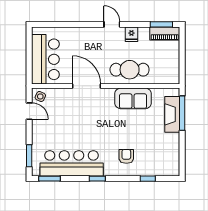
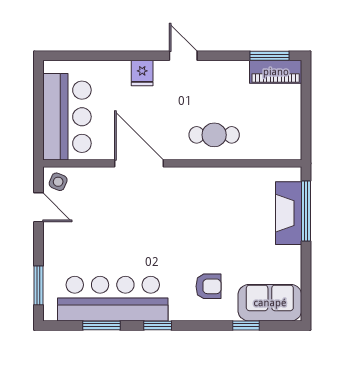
fridge: (131, 34) -> (142, 73), moved
cafe table: (130, 70) -> (214, 135), width x0.73, depth x0.74
sofa: (133, 98) -> (270, 303), moved, turned 180
armchair: (126, 156) -> (208, 286), turned 90
window: (49, 179) -> (101, 325), moved

